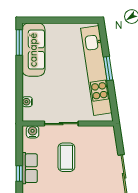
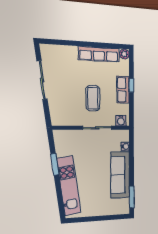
sofa: (33, 50) -> (120, 175), moved
window: (108, 68) -> (55, 164), moved
kitchen unit: (96, 71) -> (69, 186), width x0.73

